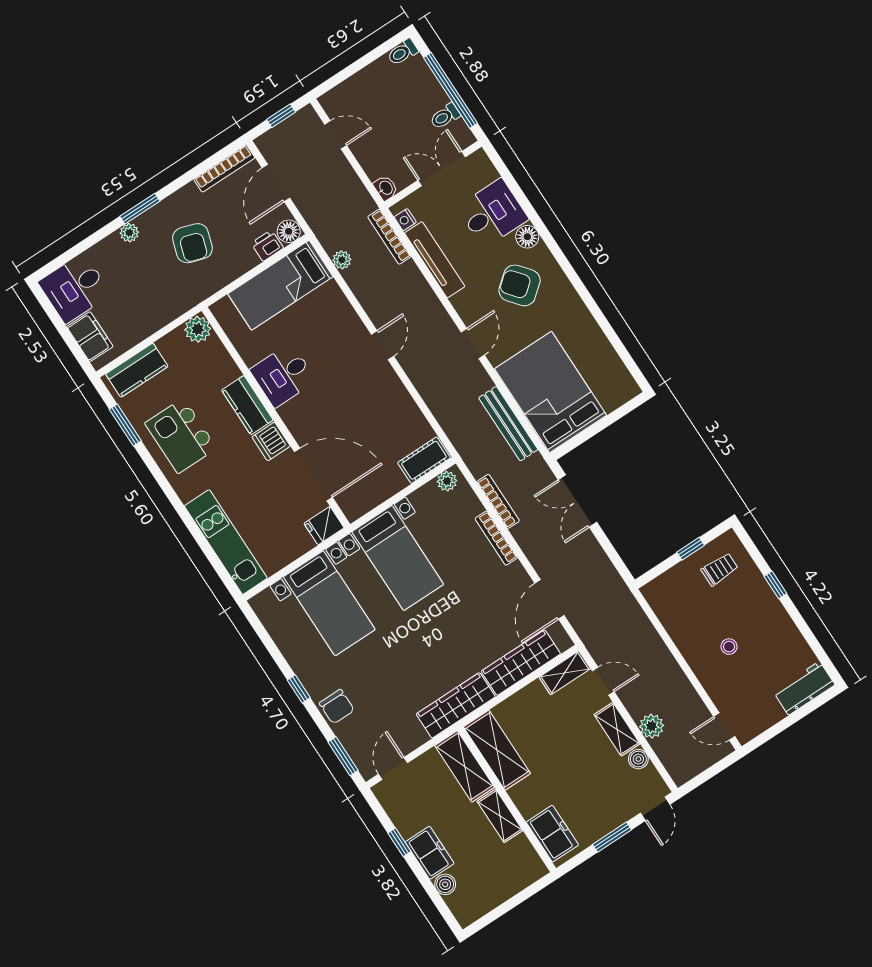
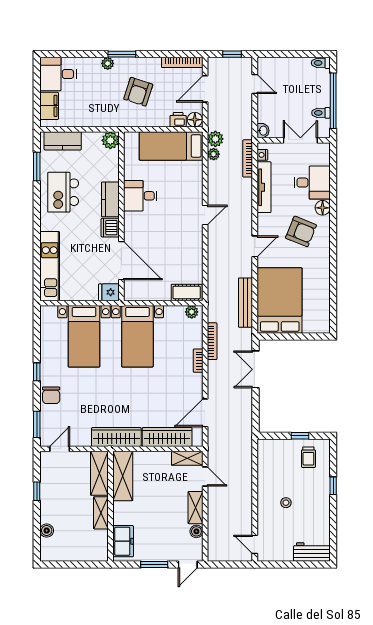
armchair: (520, 285) -> (301, 231), turned 151
bookcase: (496, 538) -> (198, 361), width x0.64
trolley: (720, 569) -> (308, 457), turned 90
plant: (652, 726) -> (215, 139), moved
freezer: (430, 853) -> (50, 508), removed

